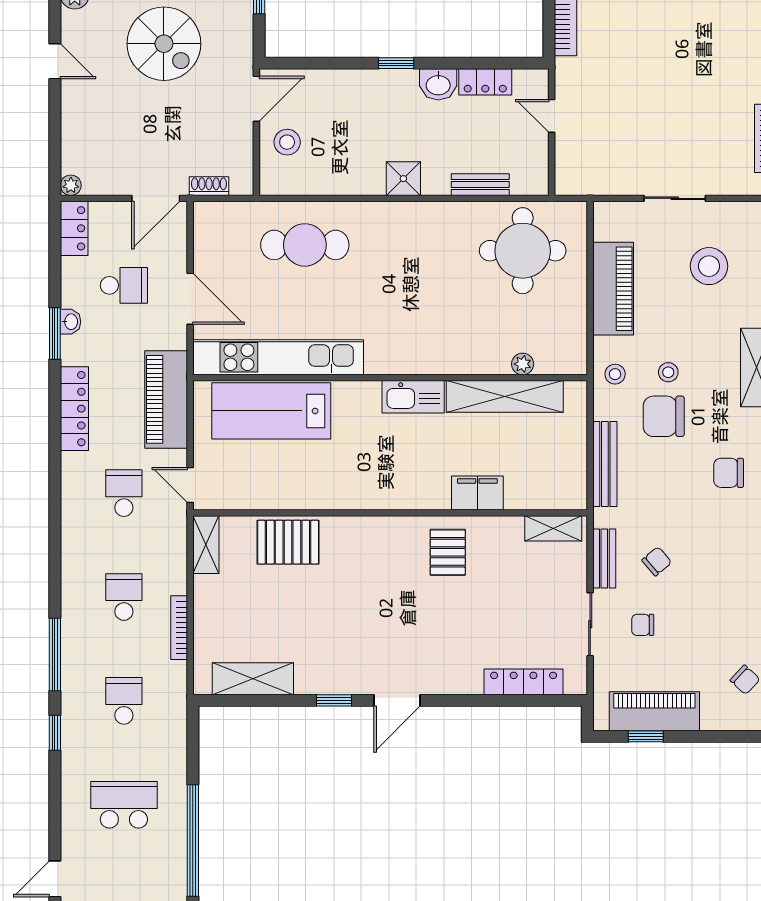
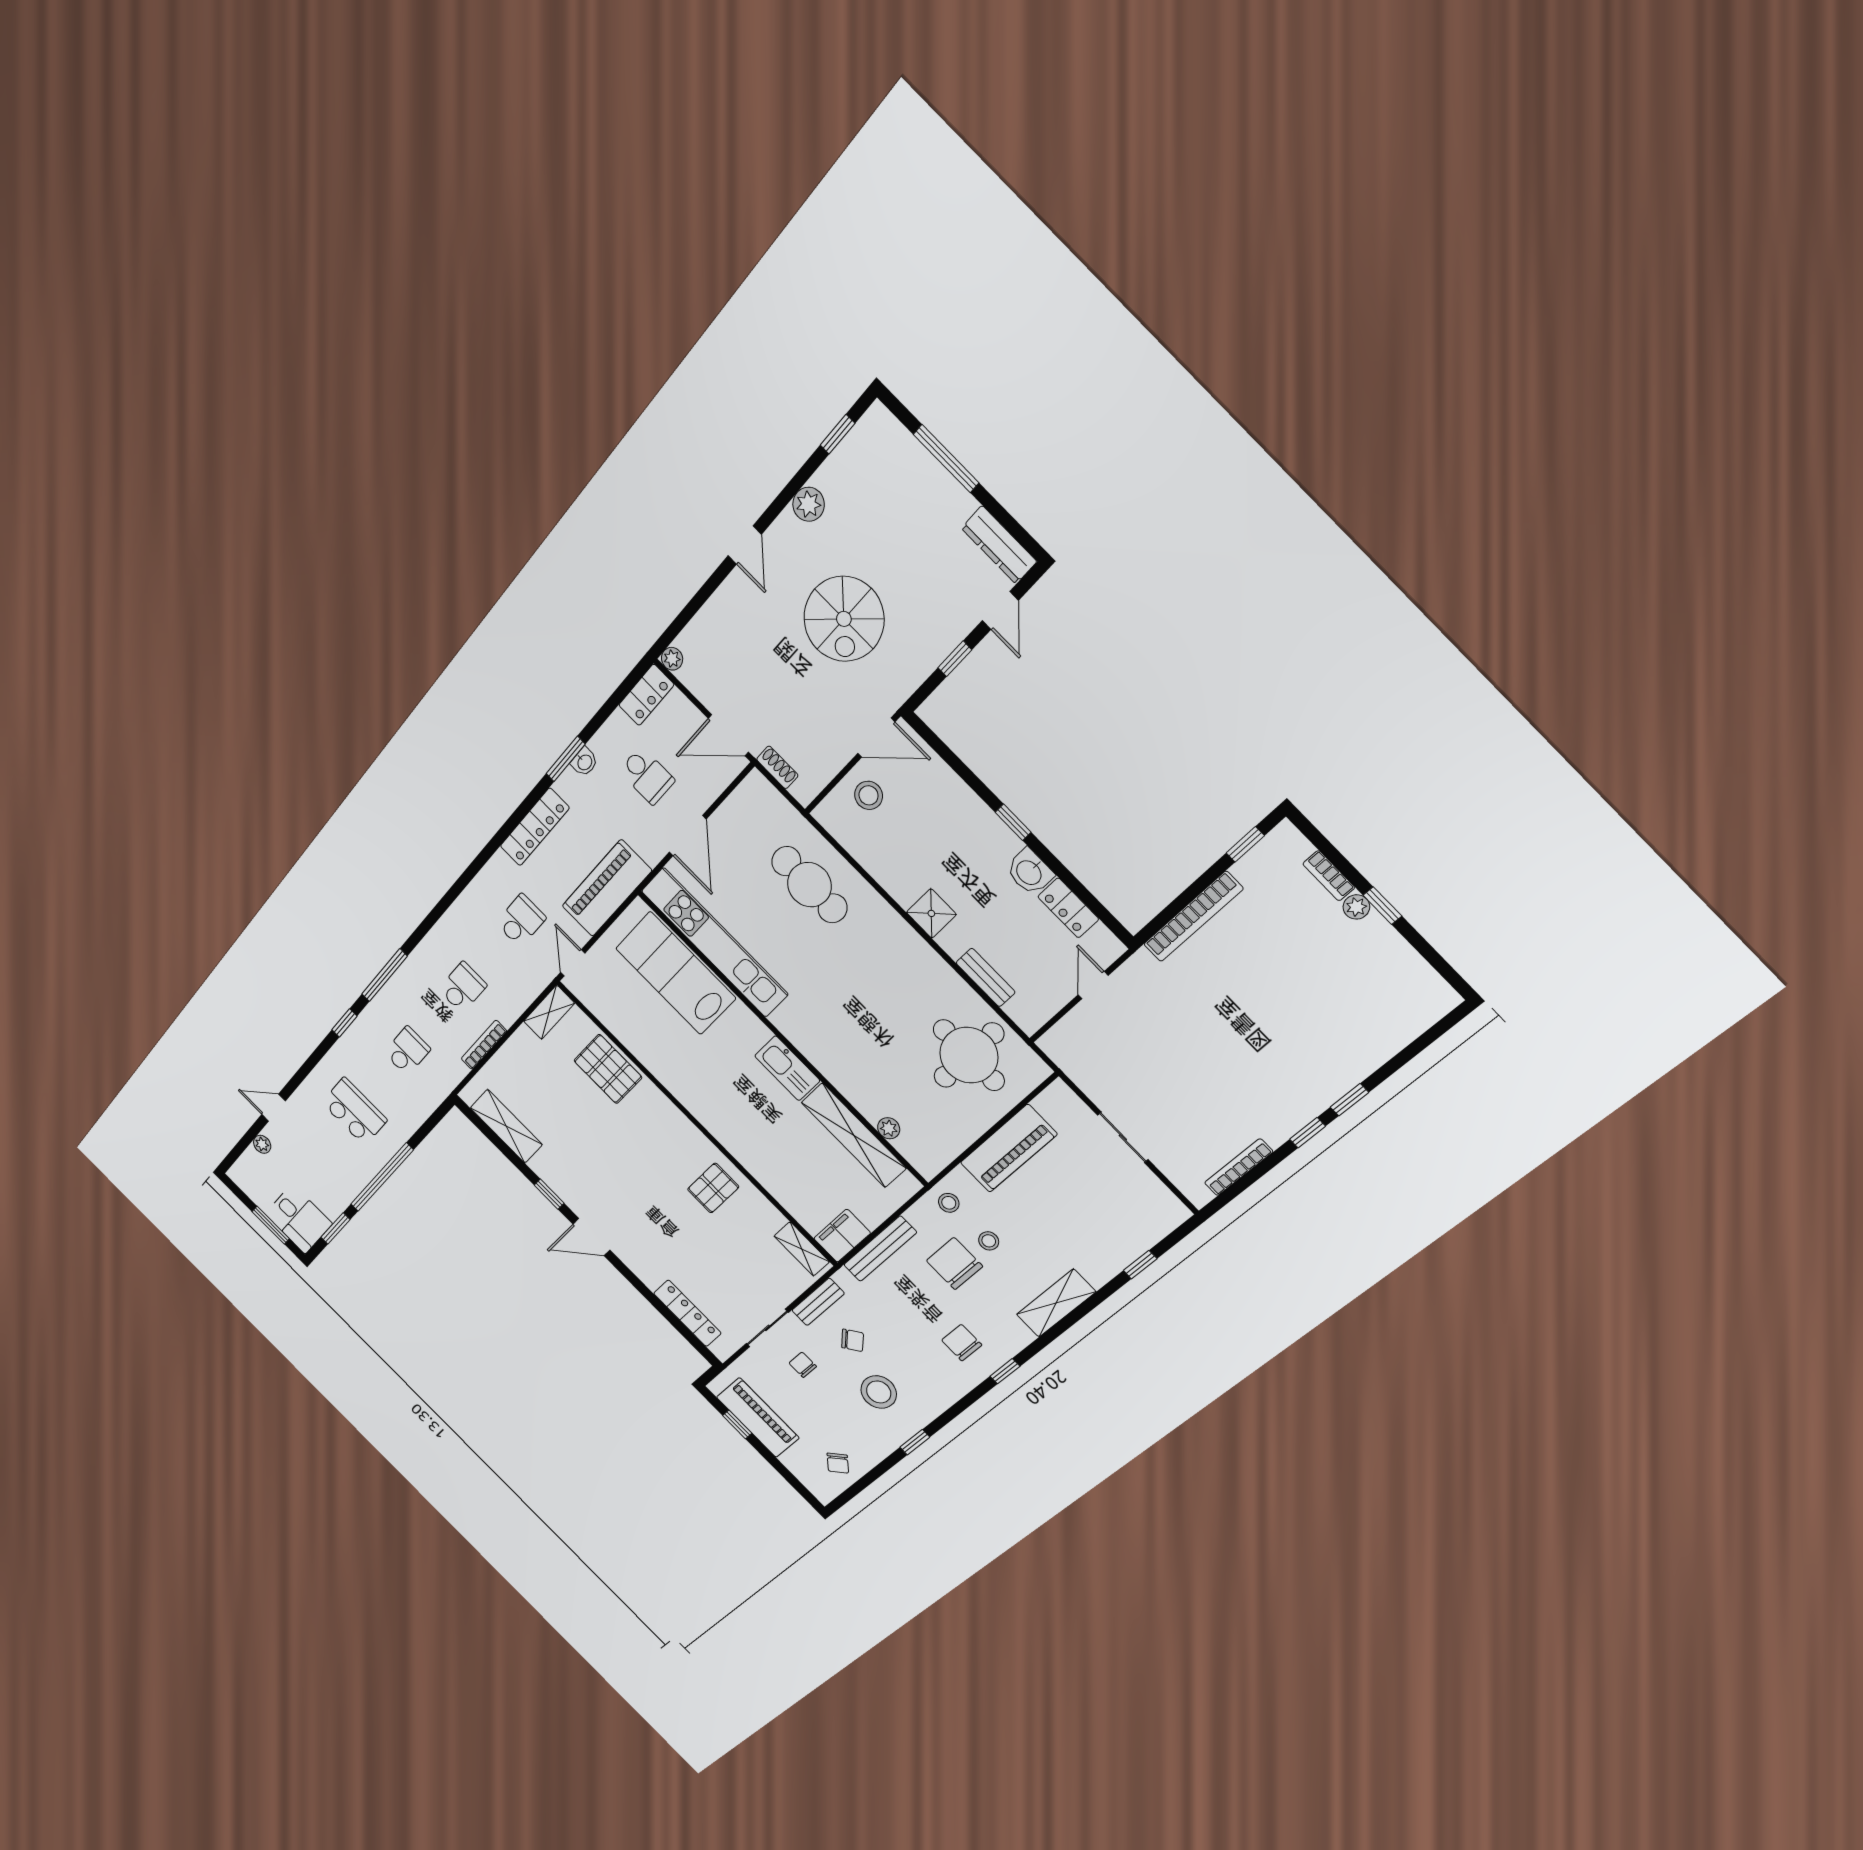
stool: (709, 266) -> (879, 1392), moved
filing cabinet: (477, 493) -> (842, 1236), moved, turned -90

